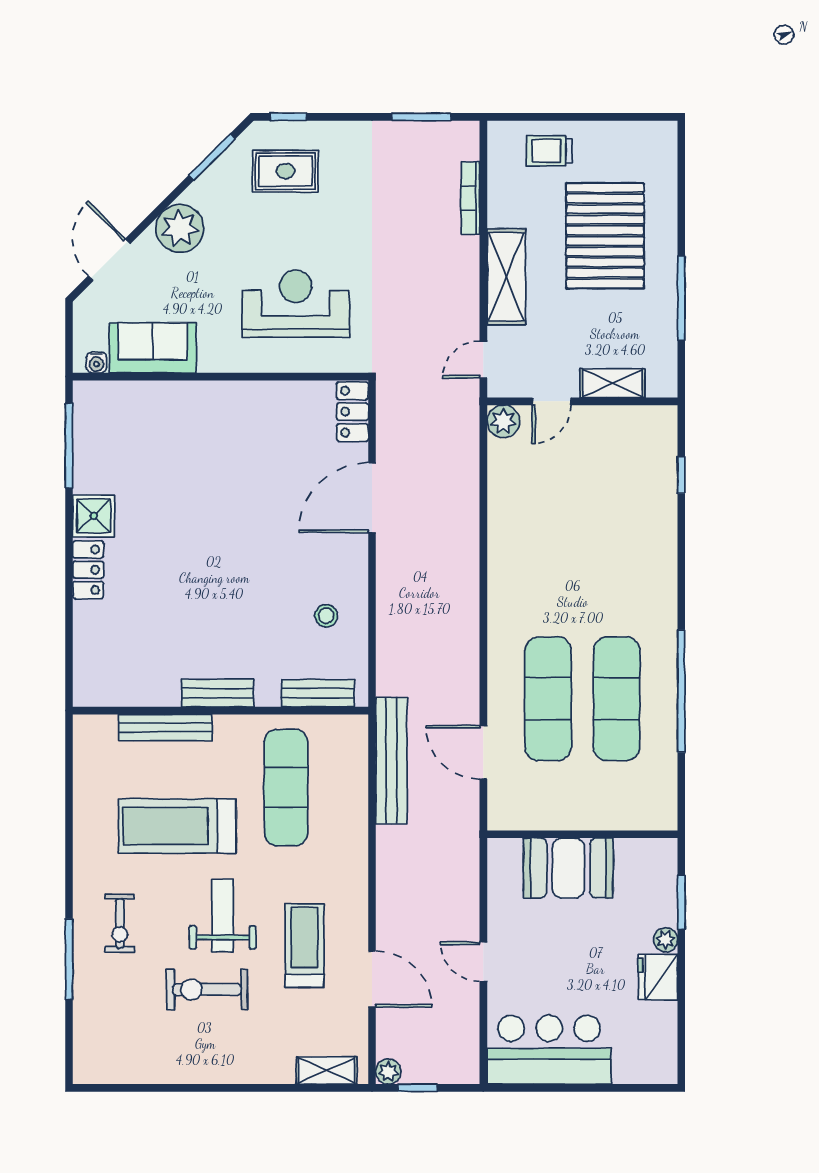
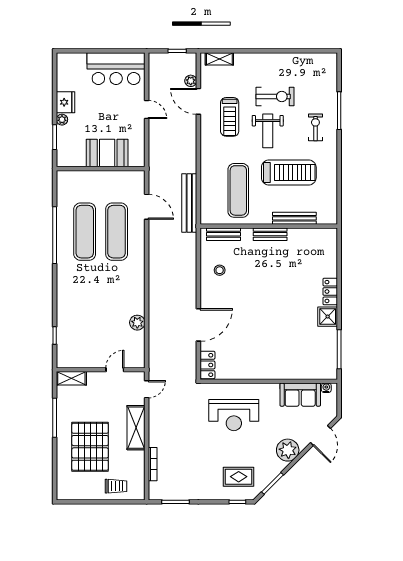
shelving: (612, 383) -> (71, 378), moved
plant: (503, 421) -> (137, 323), moved
plant: (388, 1072) -> (191, 81), moved

